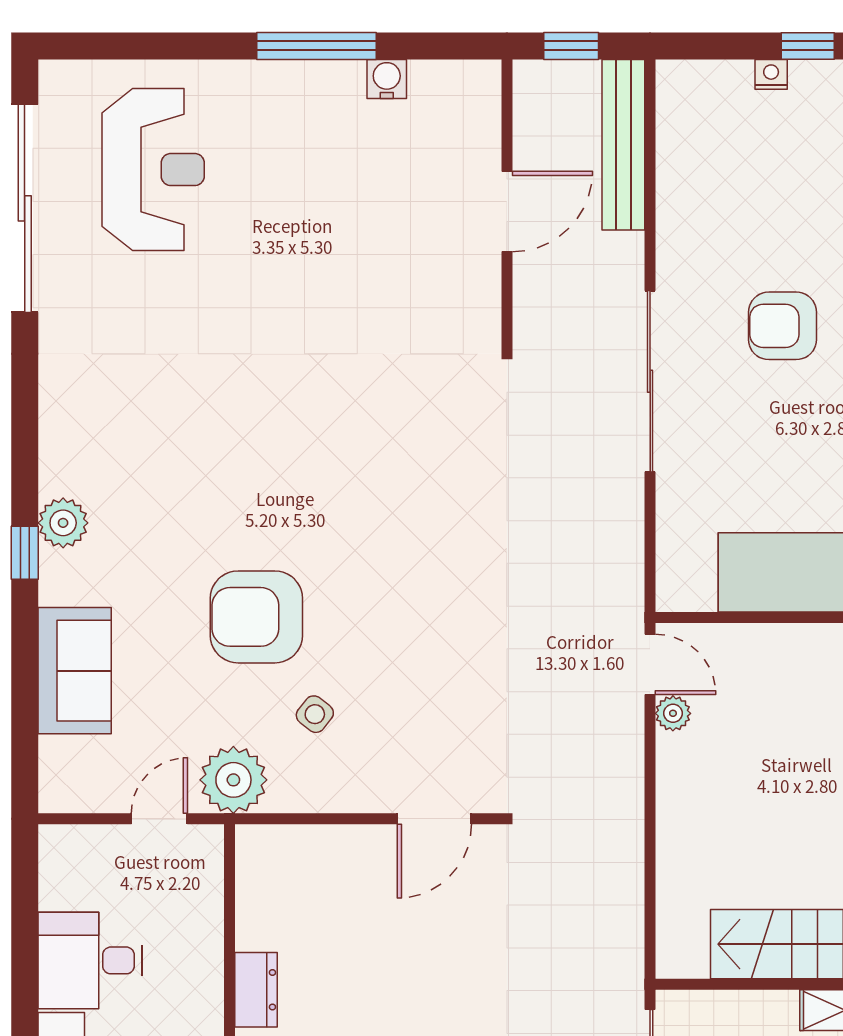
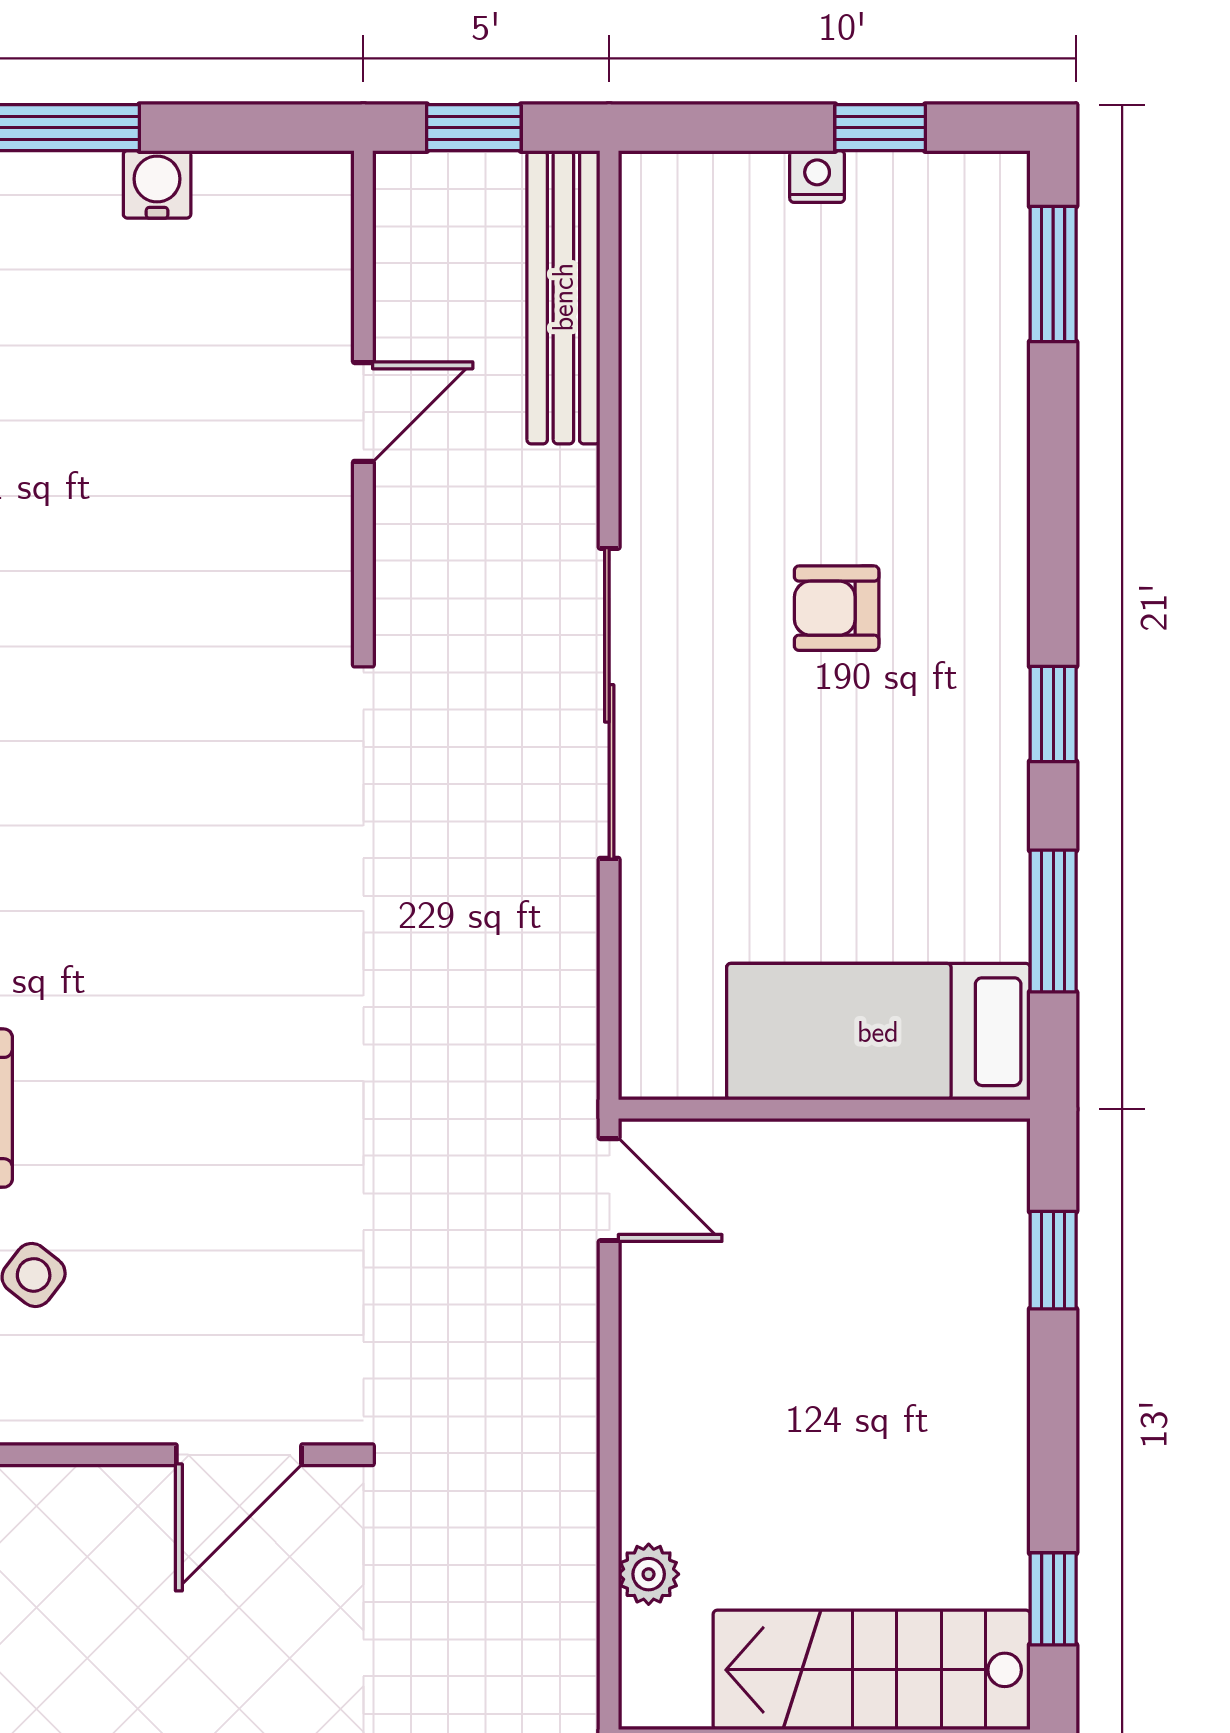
door: (507, 212) -> (363, 412), width x0.73
armchair: (782, 326) -> (837, 608), width x0.72, depth x0.72
plant: (673, 713) -> (649, 1574), moved

